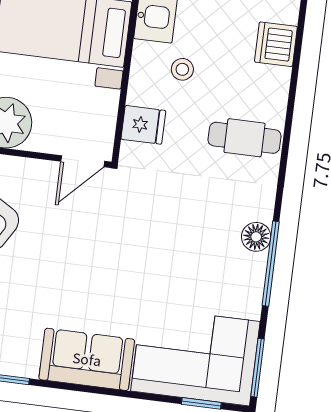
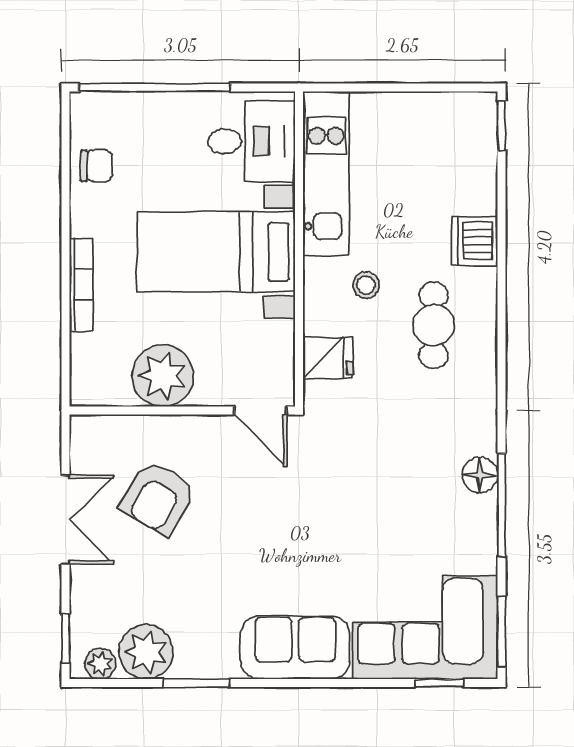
cafe table: (244, 138) -> (434, 325), moved, turned 90
door: (83, 161) -> (260, 411), hinge flipped

